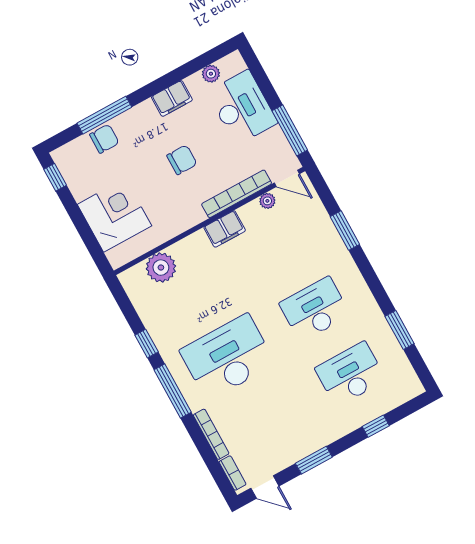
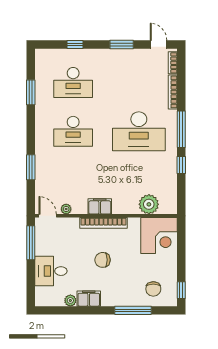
plant: (211, 74) -> (70, 300), moved
desk: (242, 107) -> (51, 271), width x0.73
chair: (104, 139) -> (153, 289), moved, turned -90
bookcase: (237, 194) -> (103, 223), moved
corner desk: (114, 215) -> (159, 236), moved, turned -90

